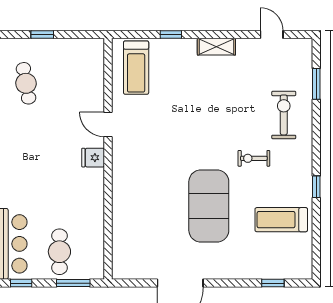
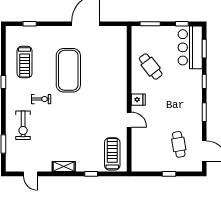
treadmill: (281, 220) -> (25, 62), turned 90
cafe table: (59, 252) -> (151, 67), moved, turned -38

